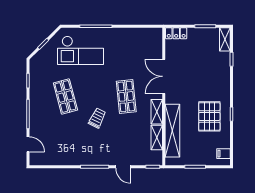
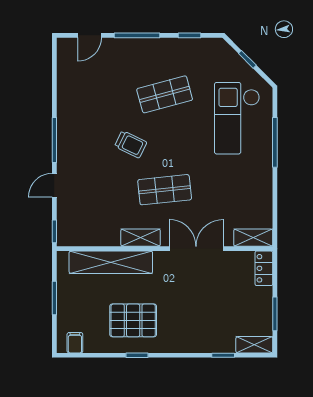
shelving: (157, 138) -> (253, 238), moved

